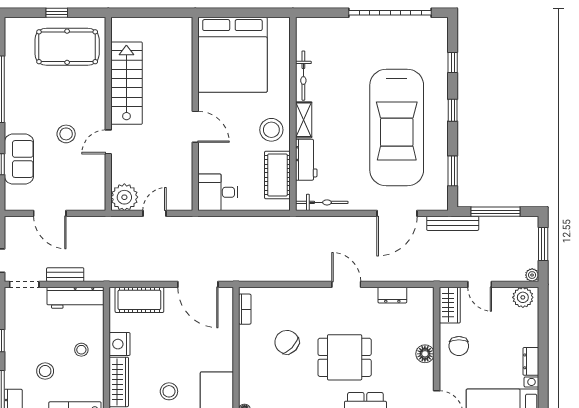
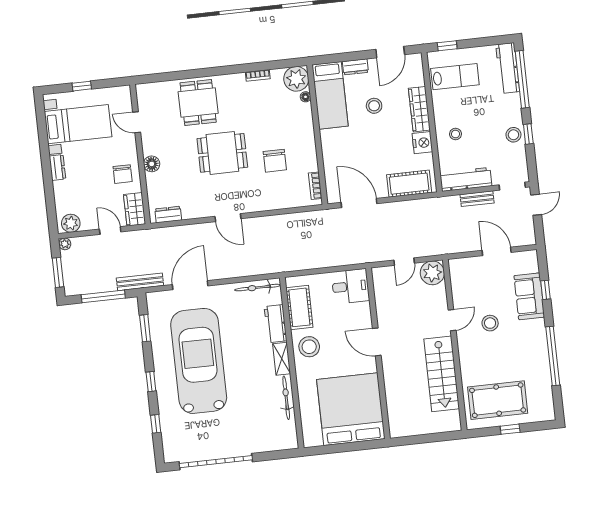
dresser: (392, 295) -> (168, 215), moved
chair: (287, 342) -> (275, 161), turned 46
chair: (459, 346) -> (123, 174), turned 180
stool: (45, 371) -> (513, 135), moved

